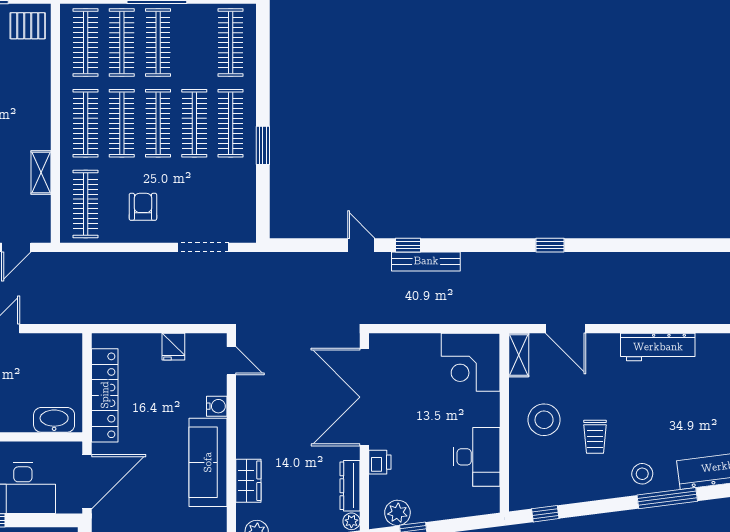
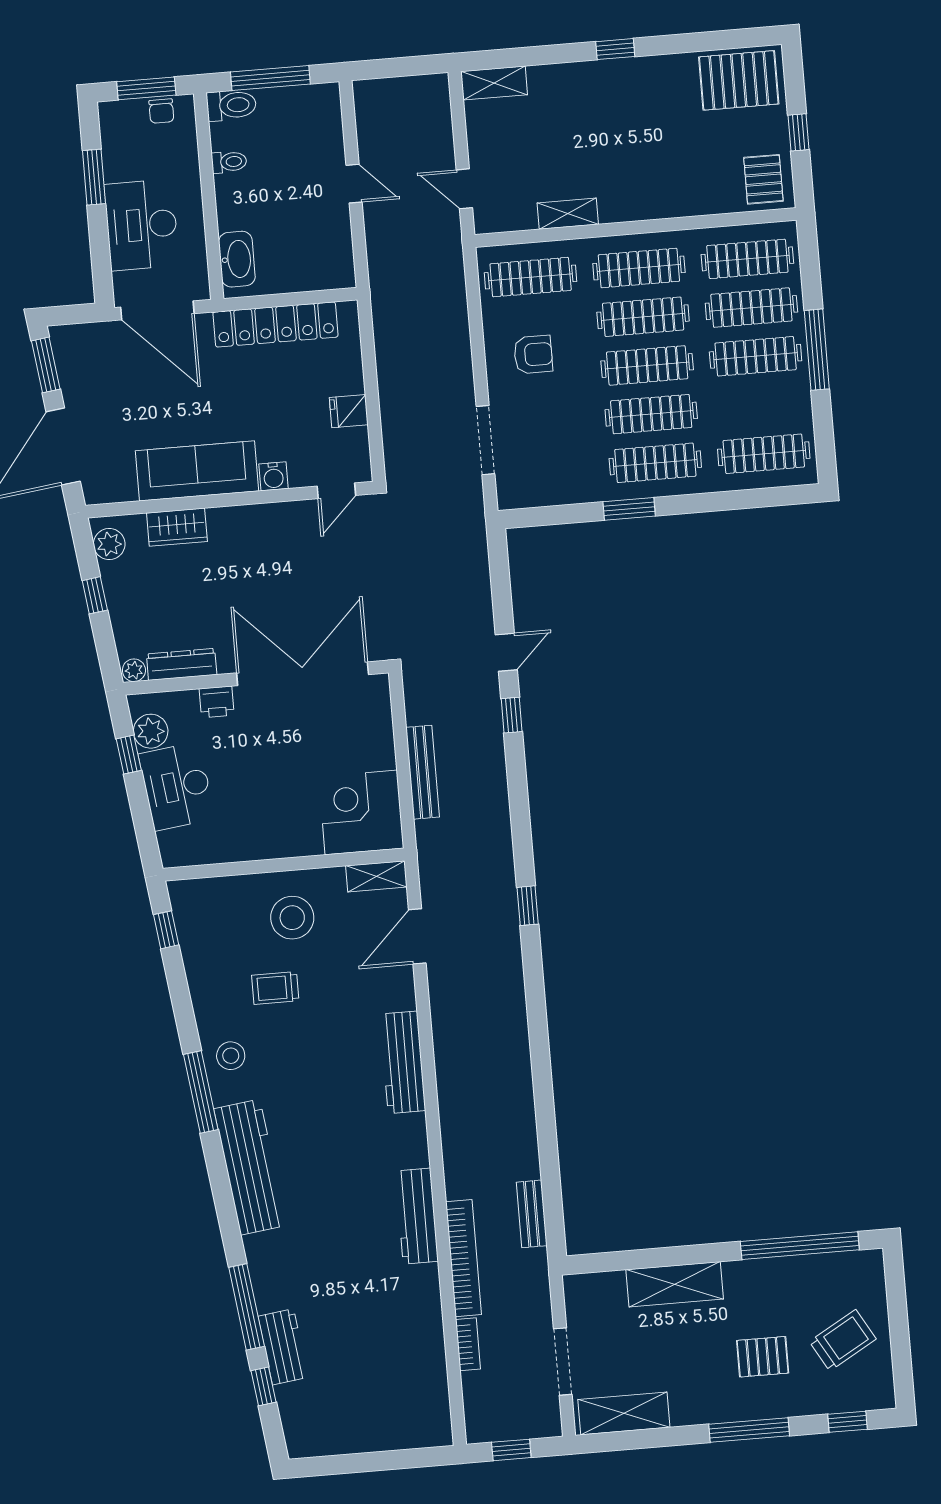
bench: (426, 261) -> (423, 772), moved
desk: (477, 457) -> (177, 786), moved, turned 83

